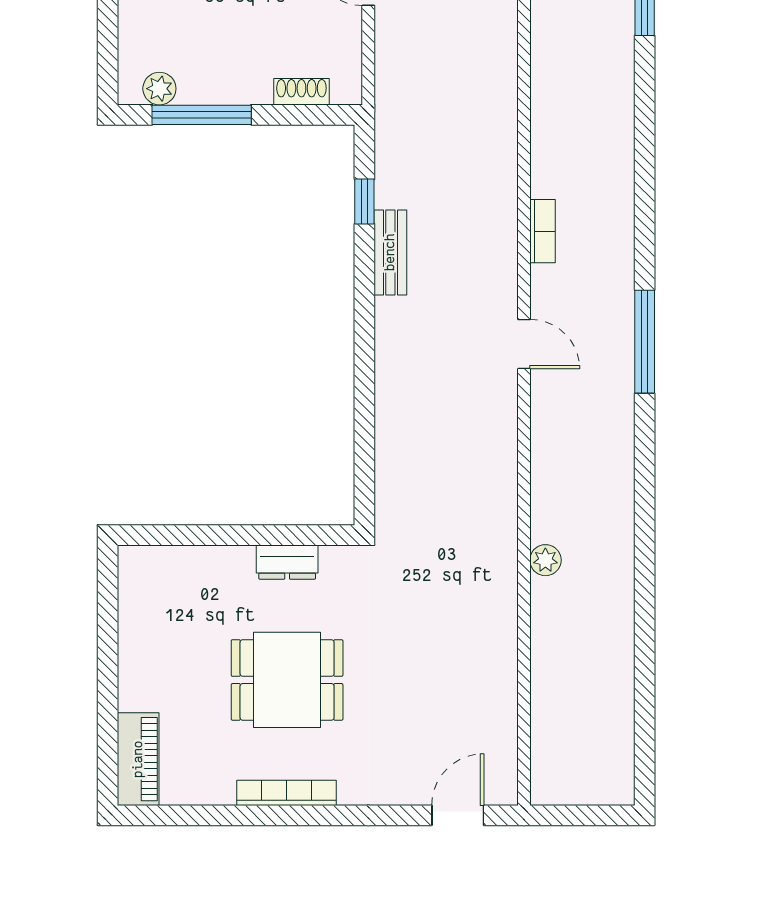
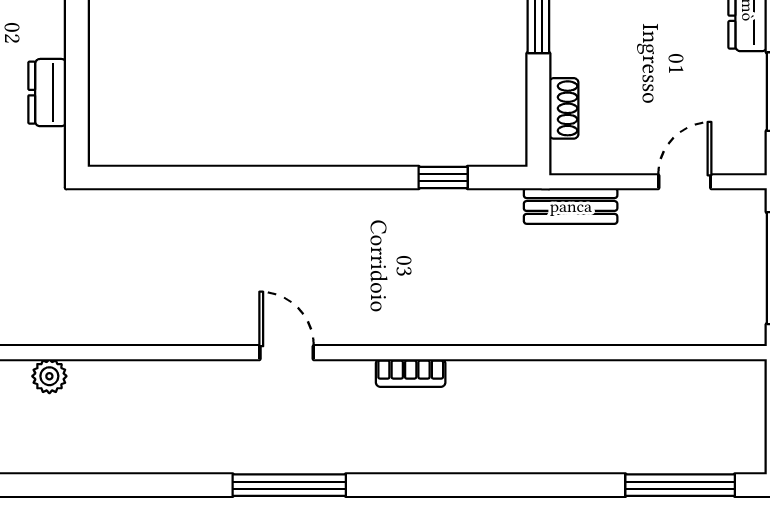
bench: (390, 252) -> (571, 206), moved
door: (524, 344) -> (287, 353), swing flipped

